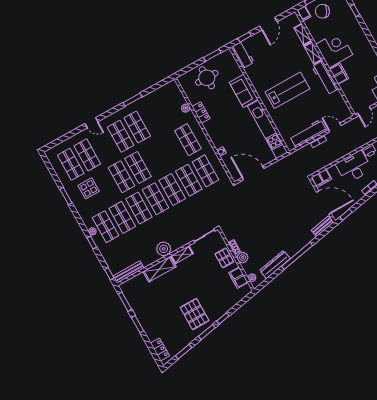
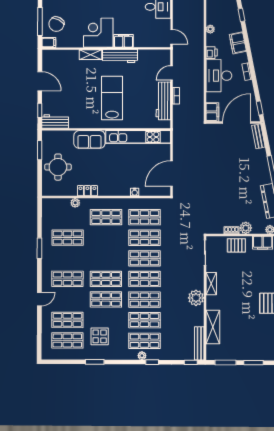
shelving: (303, 34) -> (68, 55), removed
shop shelf: (137, 127) -> (68, 238), moved
shelving: (159, 269) -> (213, 327), moved

